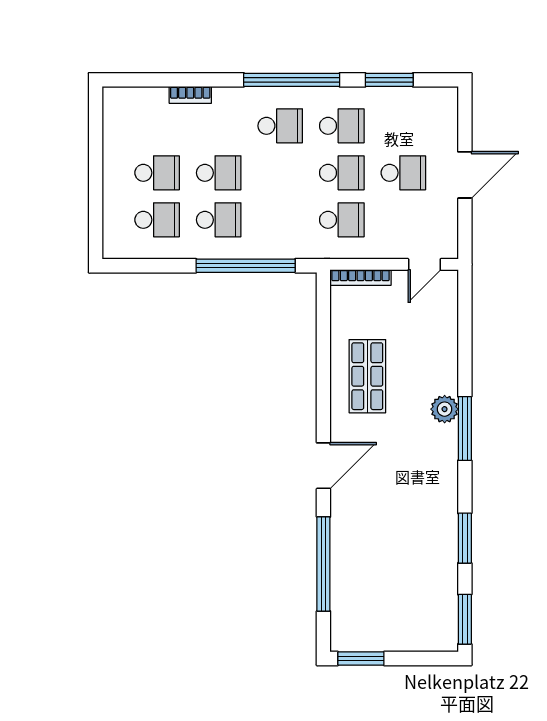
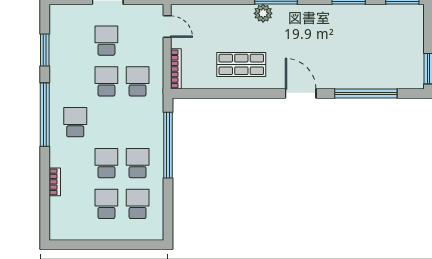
school desk: (342, 126) -> (75, 81), removed

